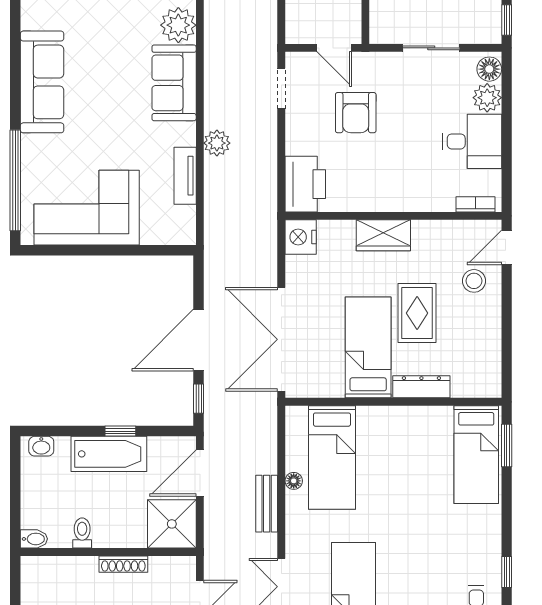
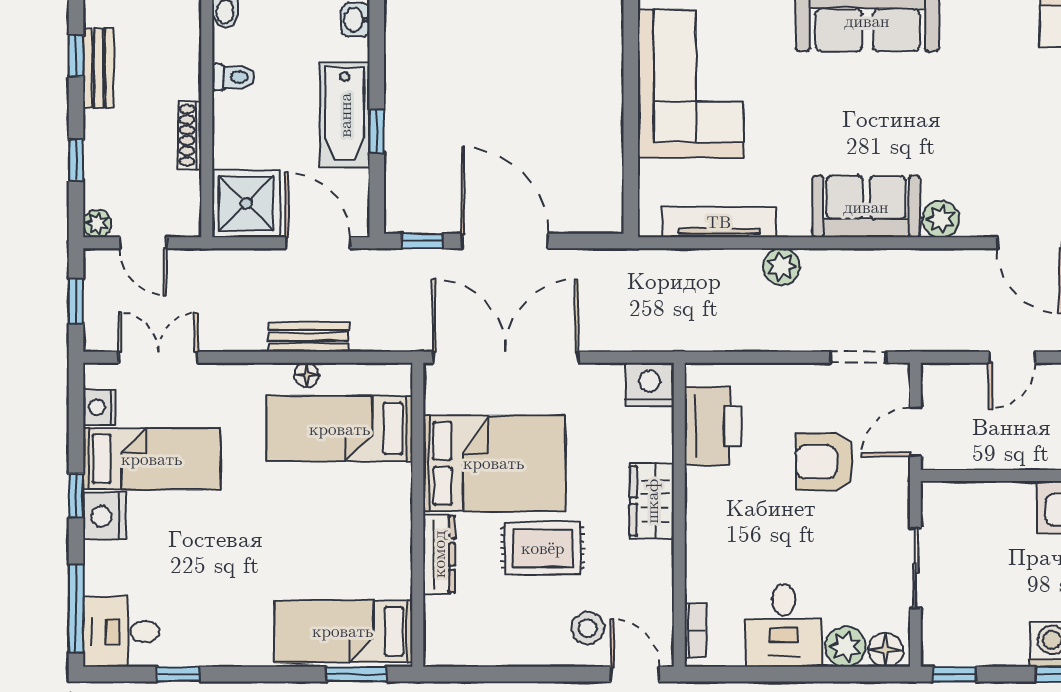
plant: (178, 25) -> (941, 219), width x0.73, depth x0.73
tv unit: (185, 176) -> (719, 222), width x1.41
printer: (305, 184) -> (713, 426), moved, turned -90
bed: (368, 347) -> (494, 463), width x1.50
bench: (267, 504) -> (309, 337), moved

